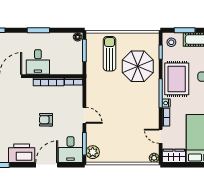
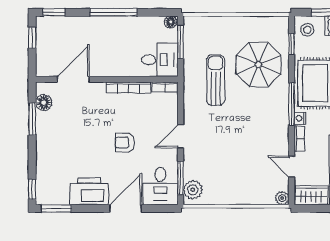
window: (38, 30) -> (114, 12), width x1.44
sun lounger: (110, 54) -> (216, 80), moved
desk: (38, 62) -> (160, 60), moved, turned -90
door: (84, 115) -> (181, 136), swing flipped

